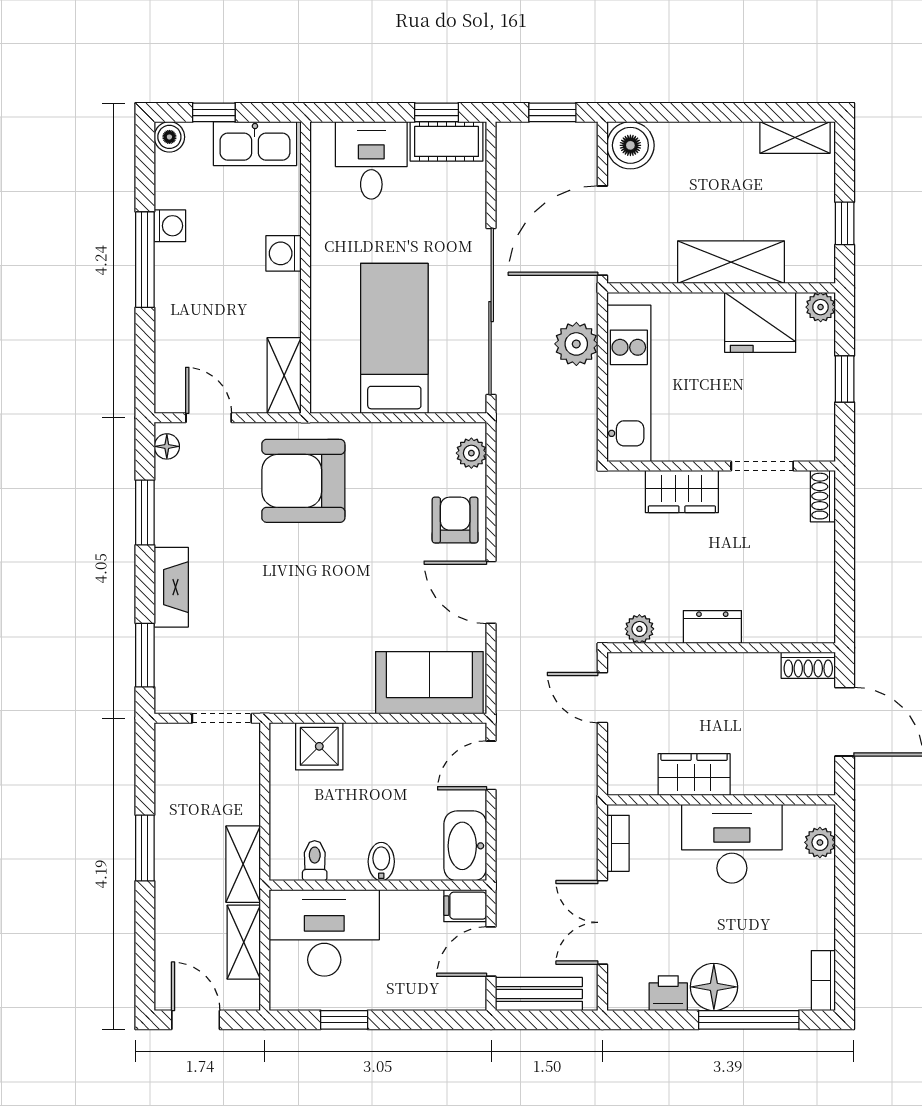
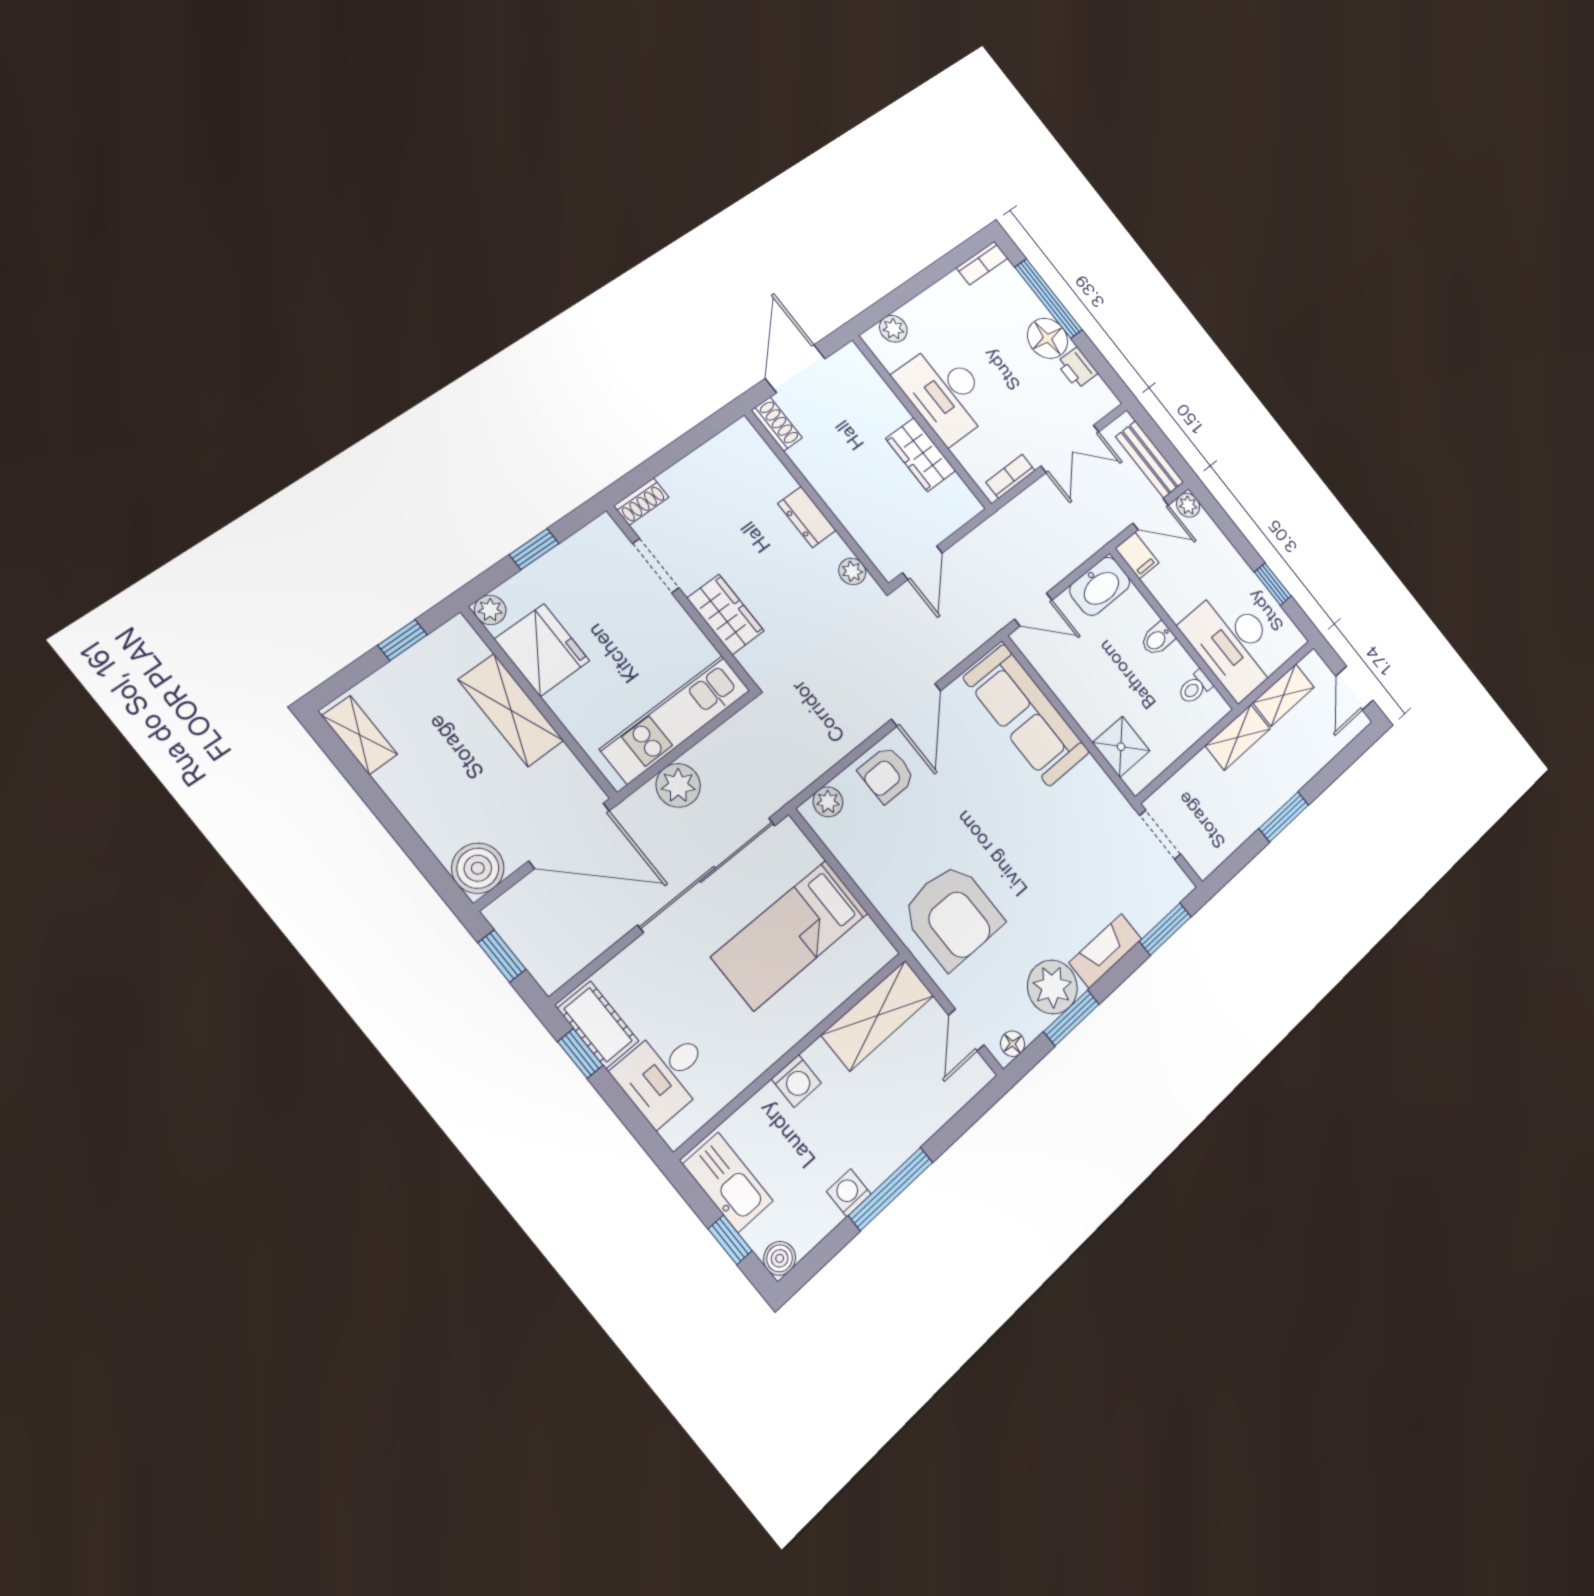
shelving: (284, 375) -> (878, 1015), width x1.50, depth x1.33
plant: (181, 517) -> (1052, 987), added
sofa: (429, 683) -> (1026, 715), width x1.36
plant: (473, 996) -> (1188, 505), added

